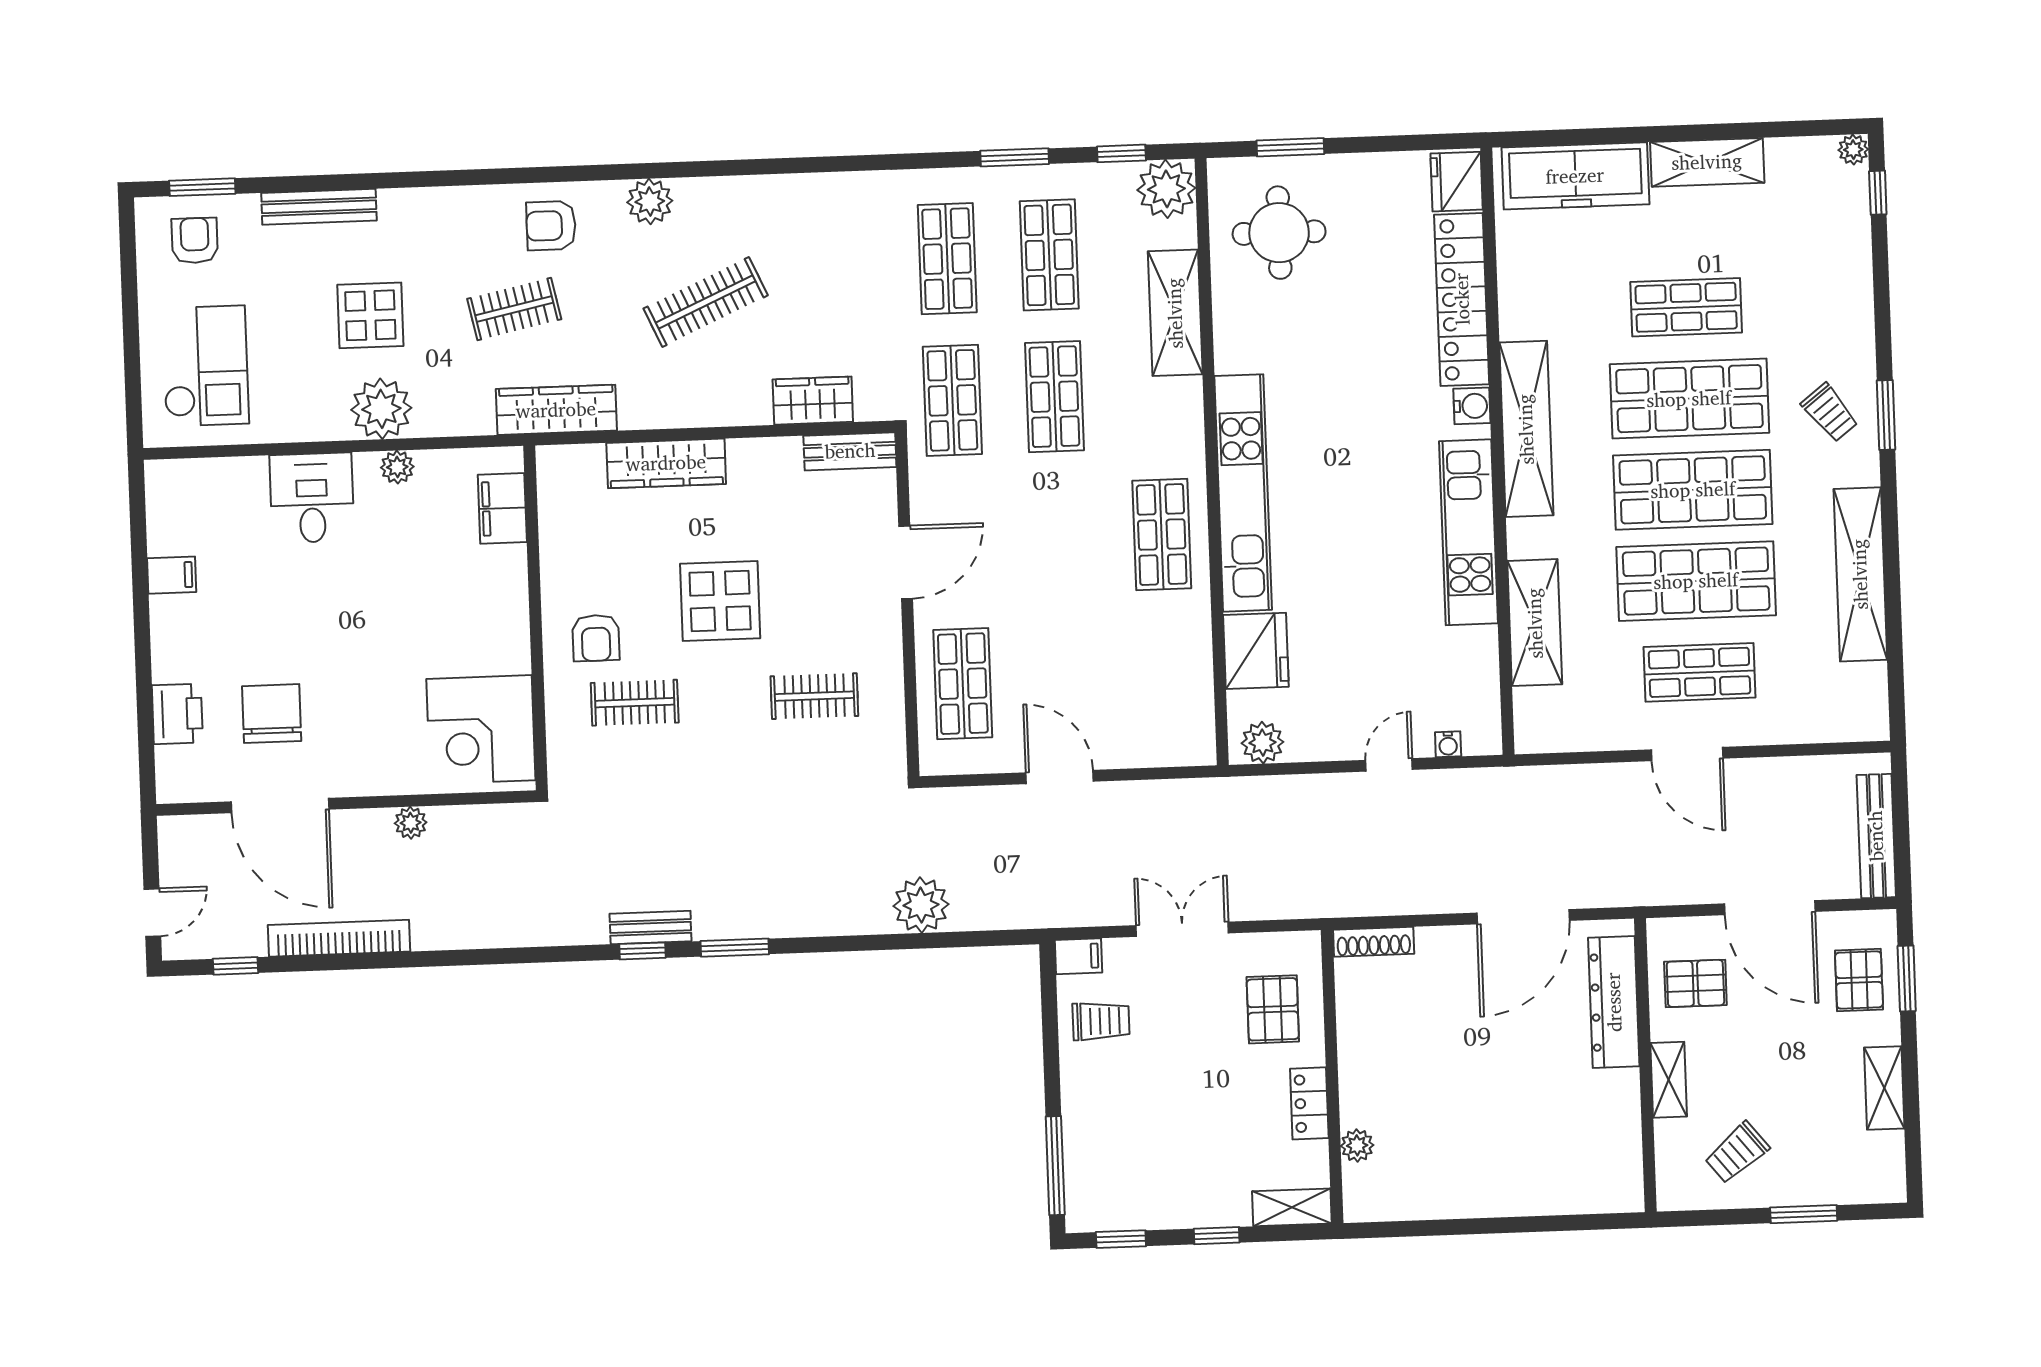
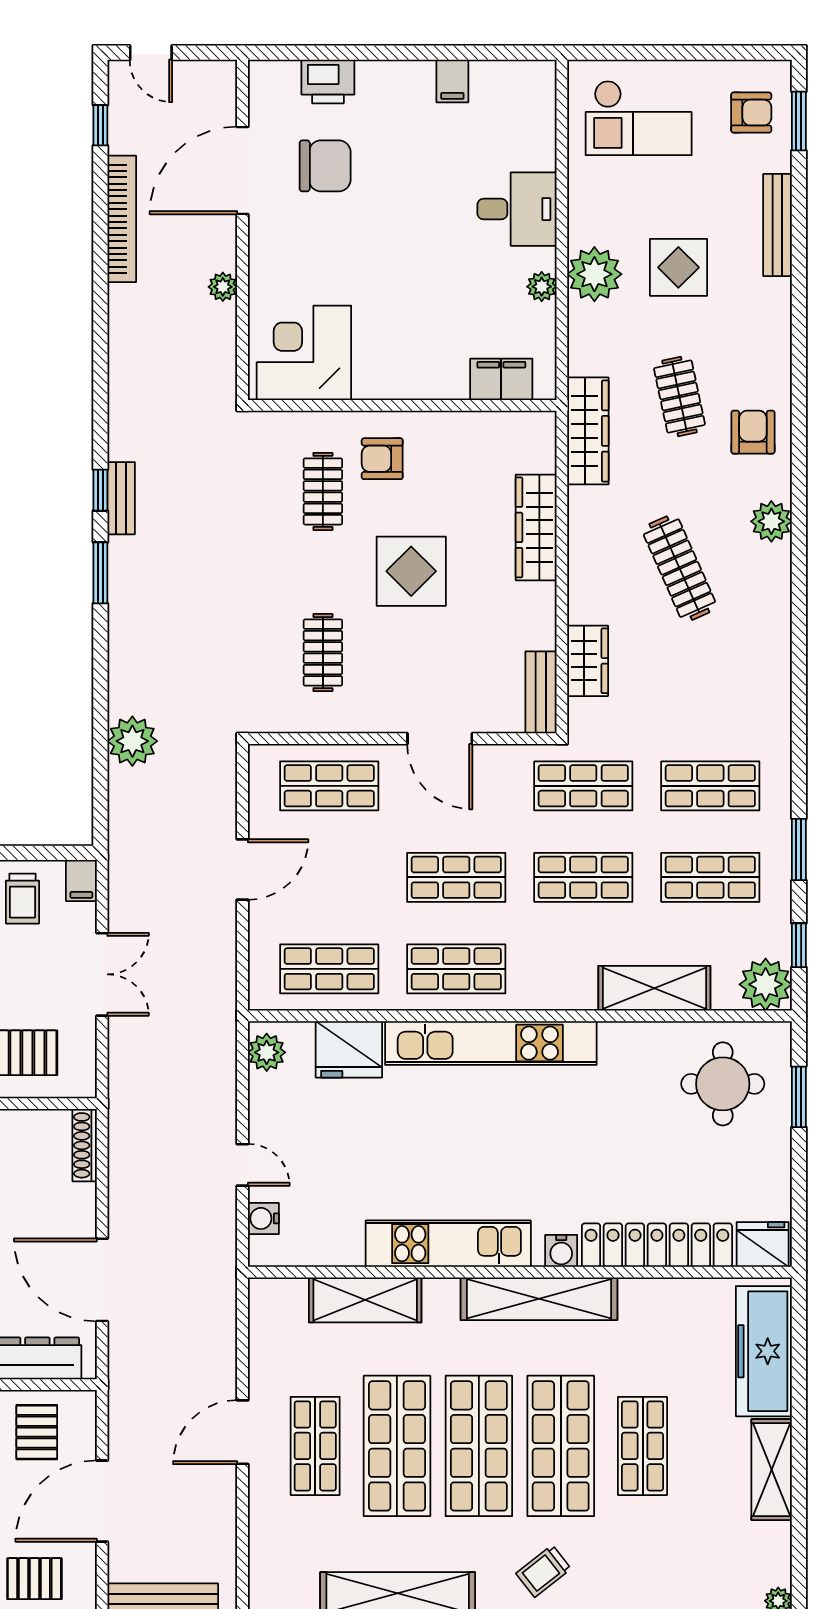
shop shelf: (1060, 538) -> (456, 877), added
shop shelf: (1167, 676) -> (329, 969), added
water cooler: (1448, 744) -> (263, 1218), width x1.38, depth x1.38

